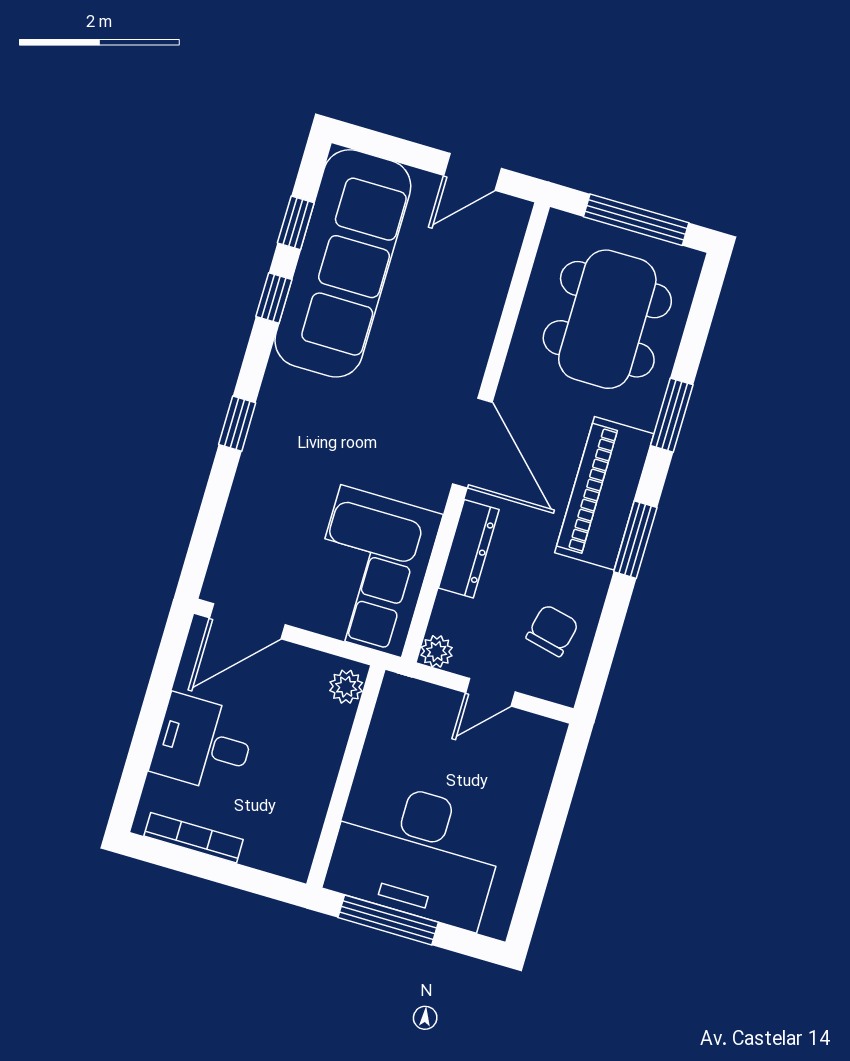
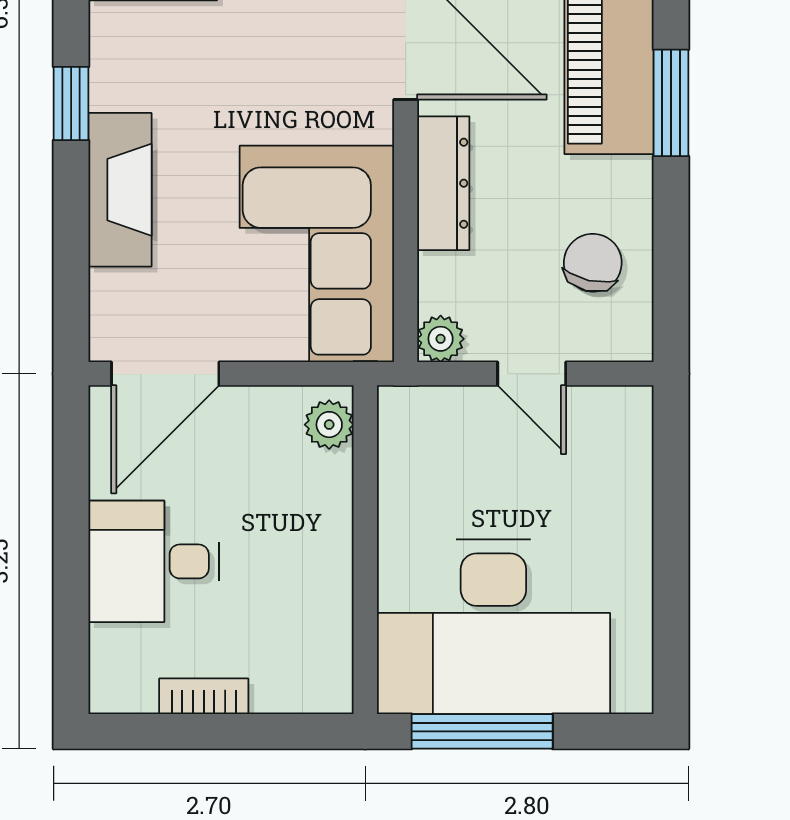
fireplace: (253, 490) -> (120, 190), added
door: (490, 692) -> (532, 374), hinge flipped
bookcase: (194, 838) -> (204, 696), width x0.64

